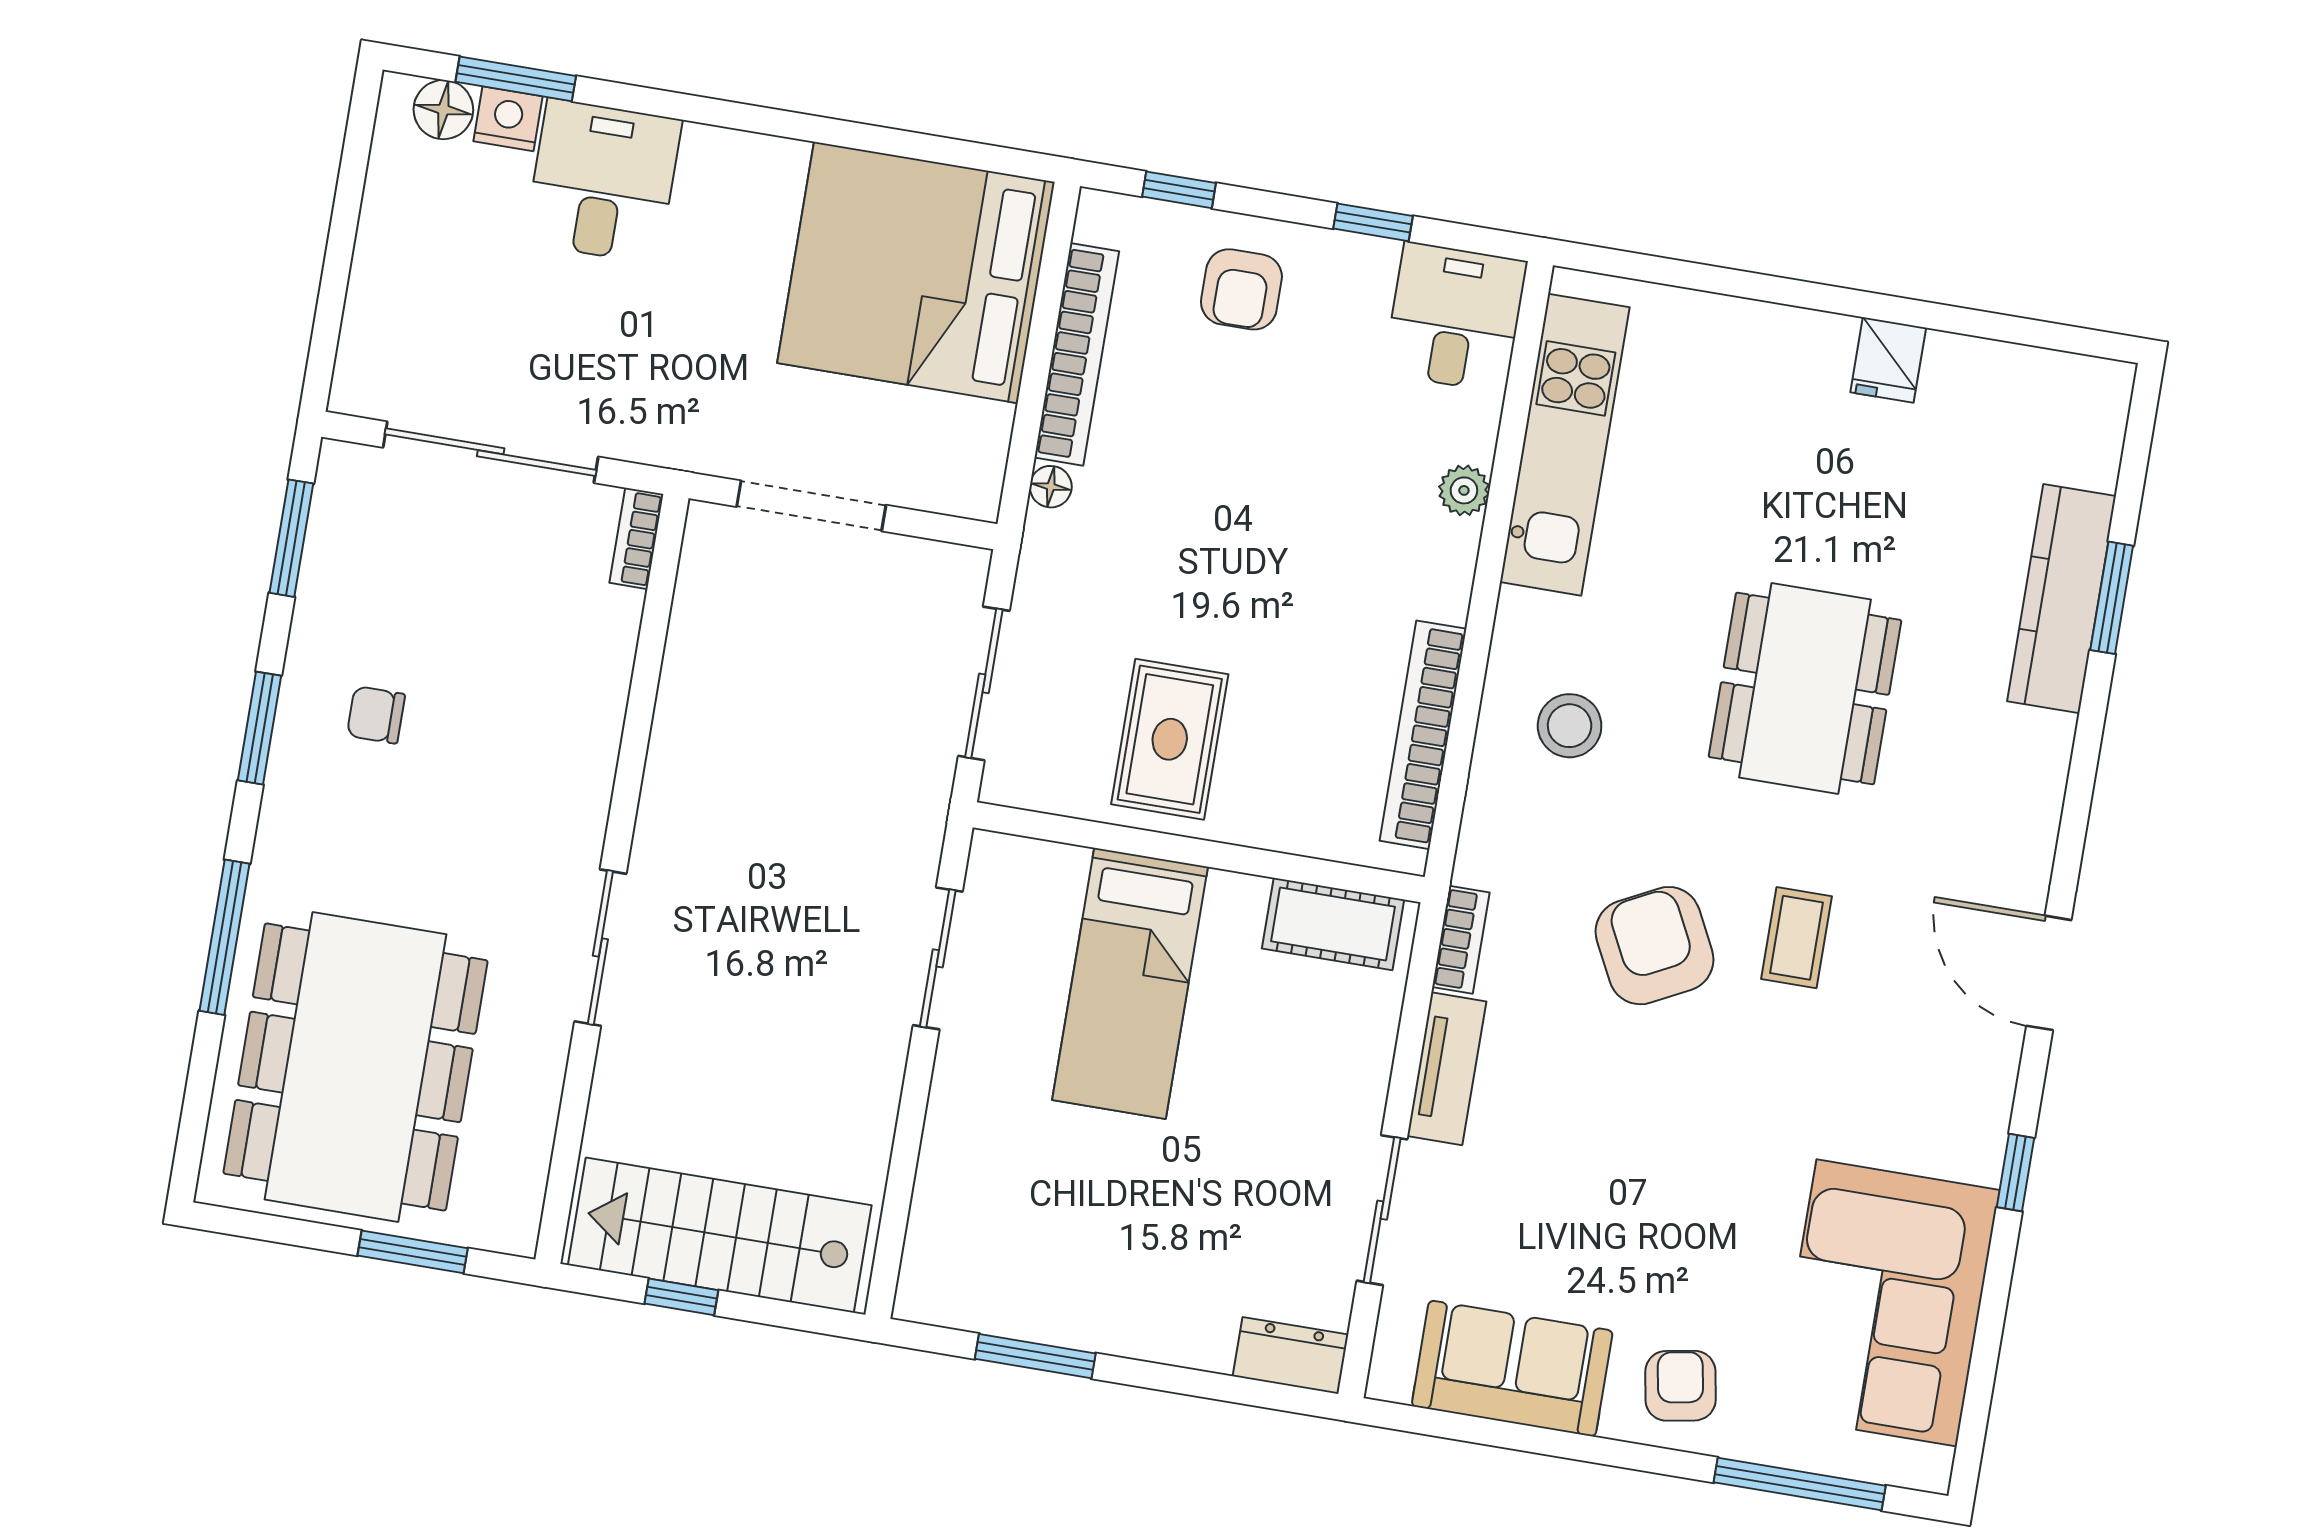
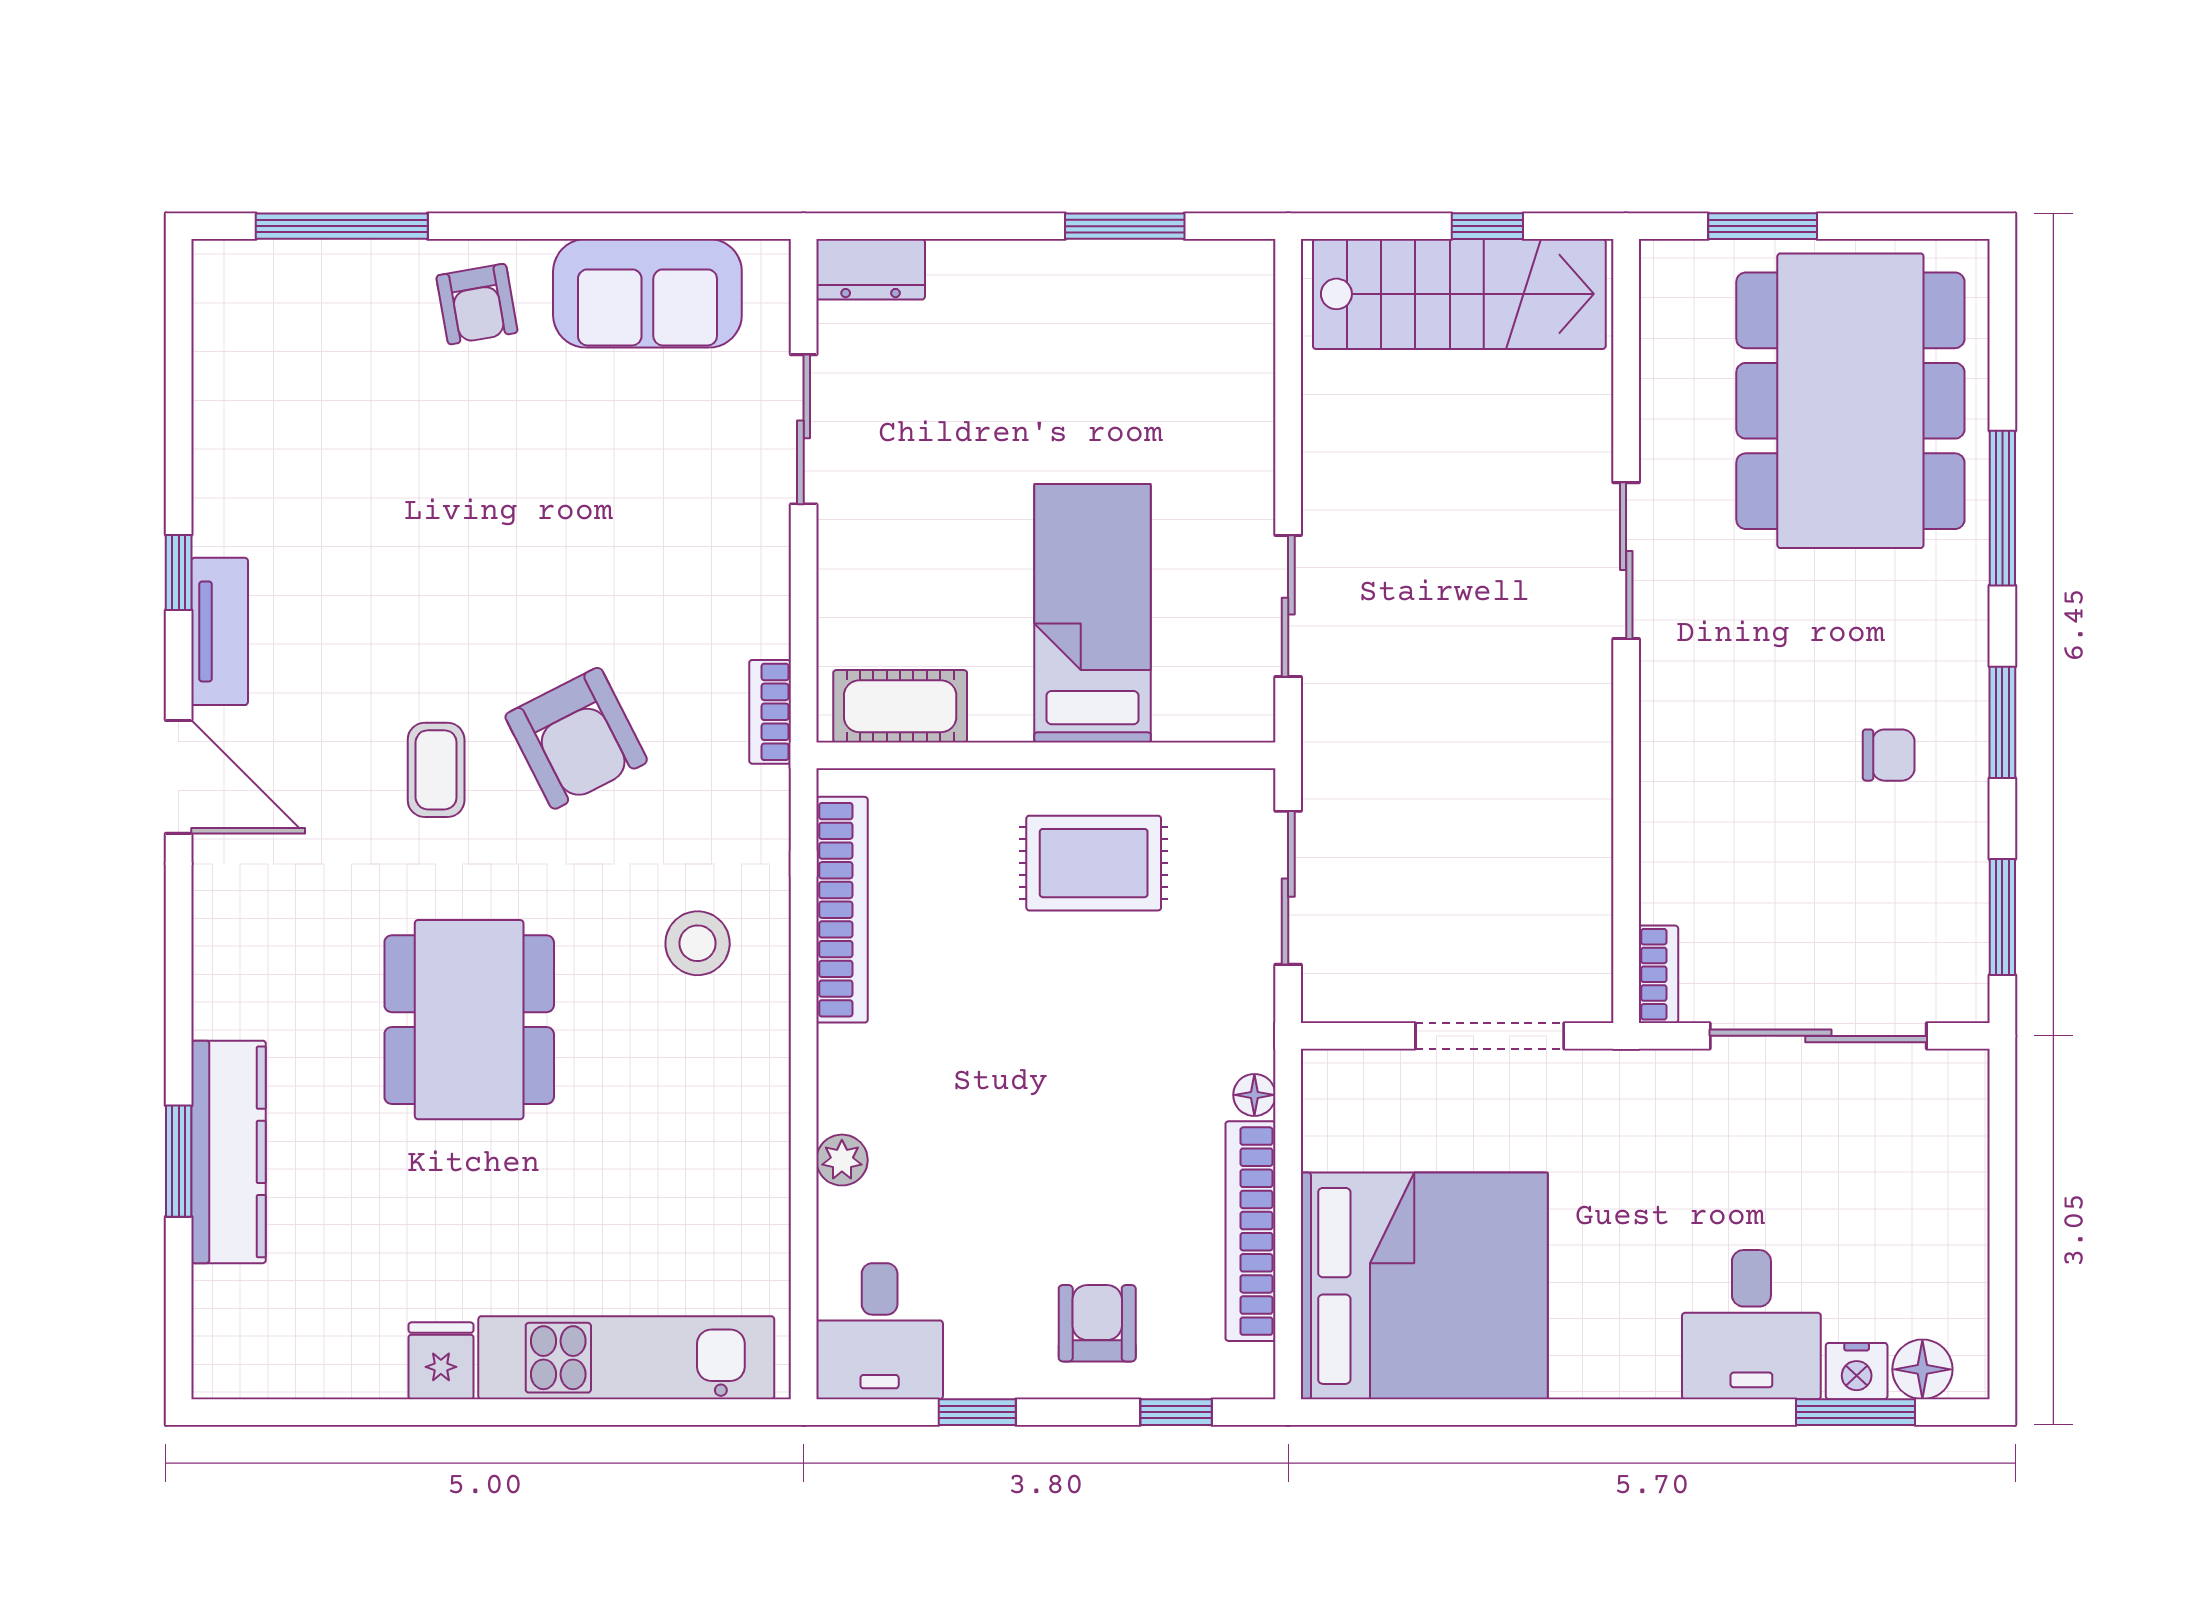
kitchen unit: (1565, 445) -> (626, 1358), moved, turned 90
rug: (1170, 739) -> (1094, 863), turned 90
tv unit: (1447, 1069) -> (220, 631), moved, turned 180
corner sofa: (1887, 1303) -> (285, 421), removed

